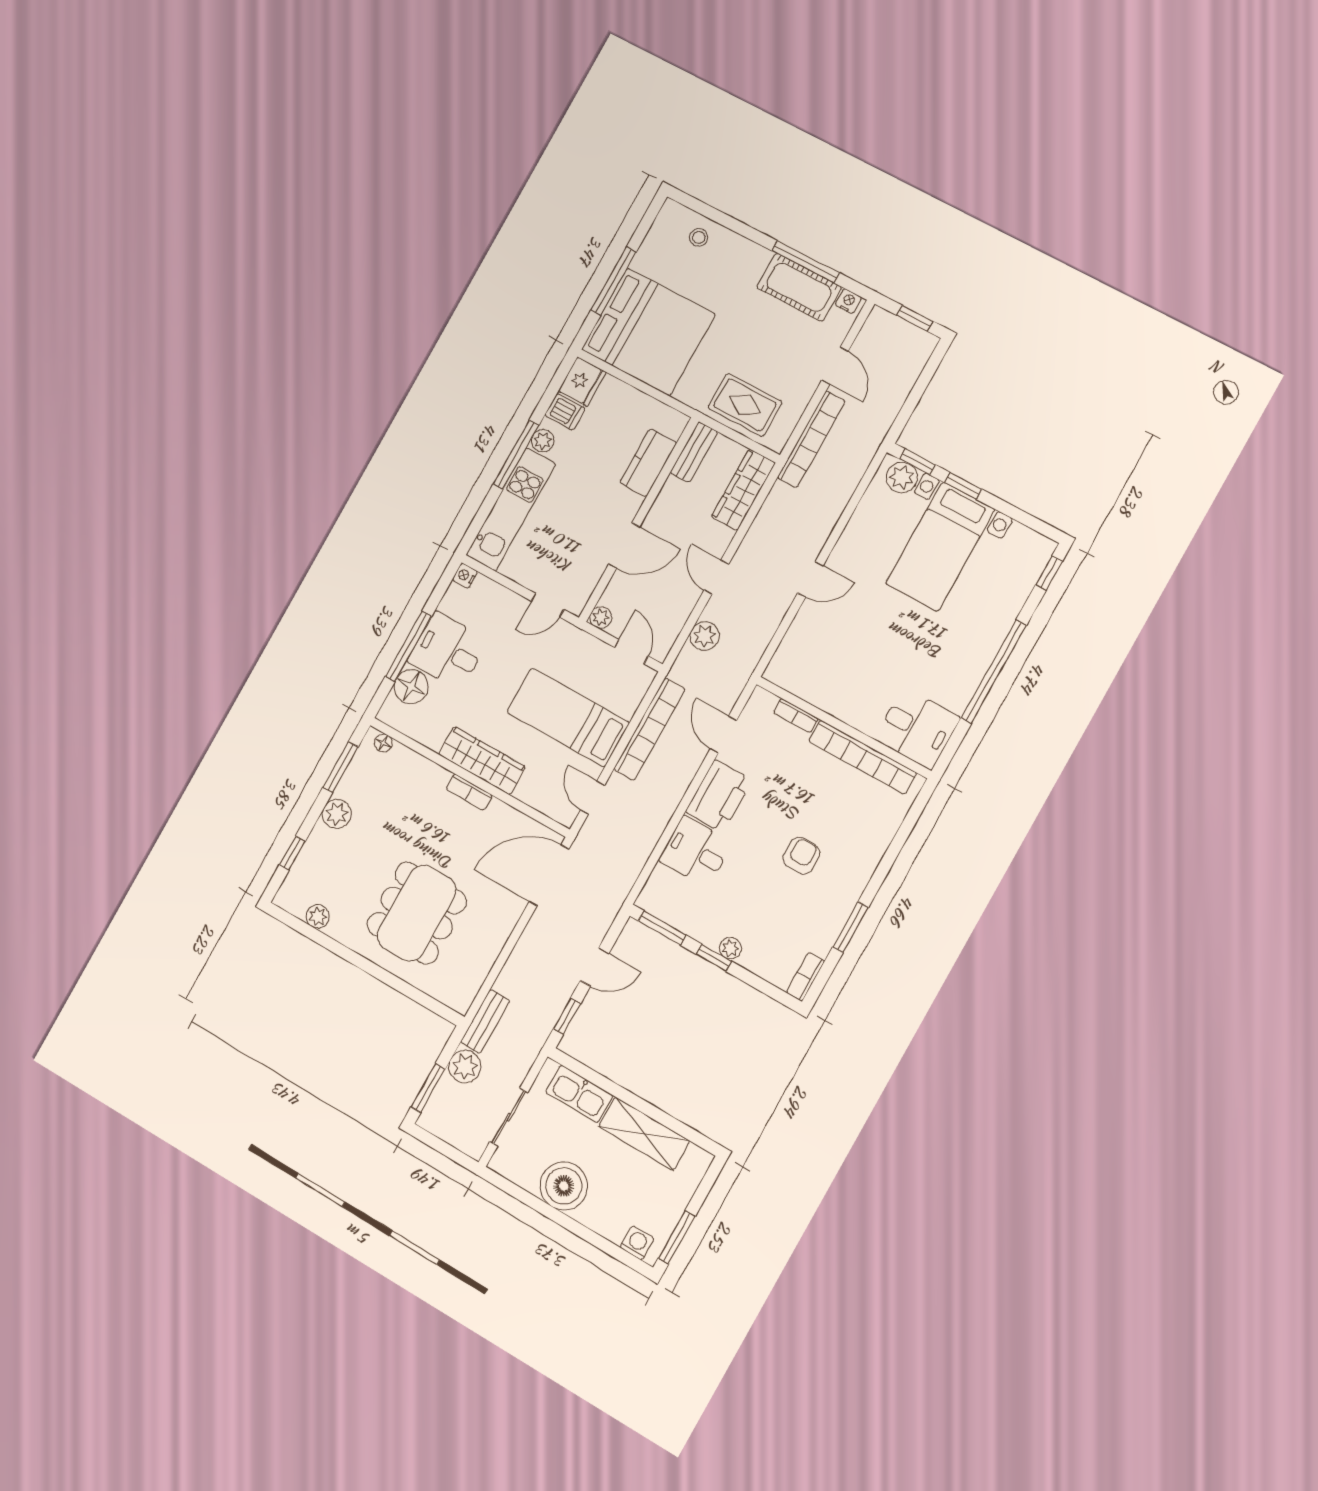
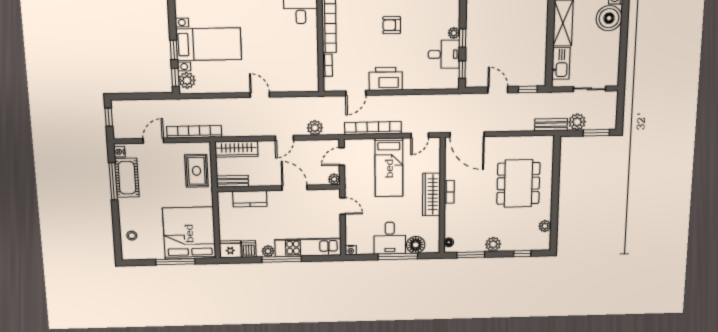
desk: (696, 851) -> (444, 54), moved, turned -90
dining table: (417, 913) -> (518, 183), turned 90
window: (662, 928) -> (462, 70), width x0.67
boiler: (564, 1186) -> (609, 18), moved

